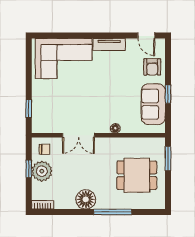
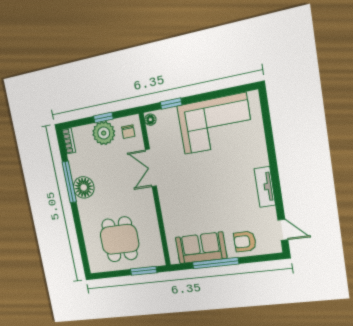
door: (146, 35) -> (283, 230), swing flipped
corner sofa: (64, 59) -> (215, 124), moved, turned -90
window: (168, 94) -> (215, 263), width x2.17
floor lamp: (115, 128) -> (150, 120), moved
window: (113, 212) -> (69, 182), moved

